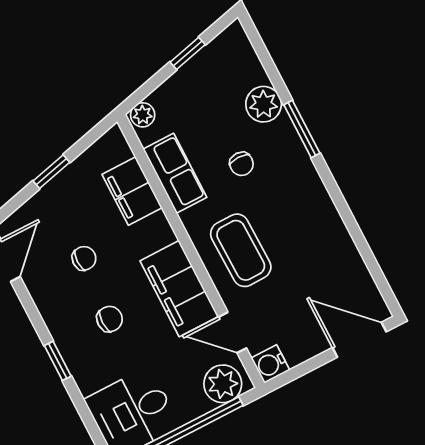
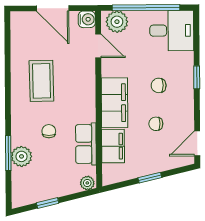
window: (302, 129) -> (8, 153), moved
coffee table: (241, 250) -> (41, 81), moved
filing cabinet: (179, 289) -> (114, 103), moved
door: (359, 340) -> (53, 8), moved

